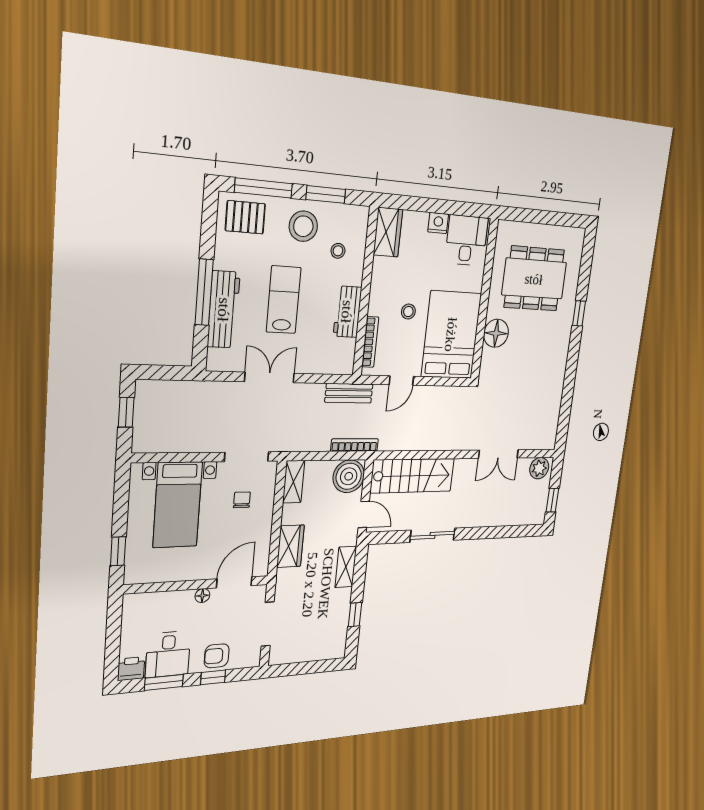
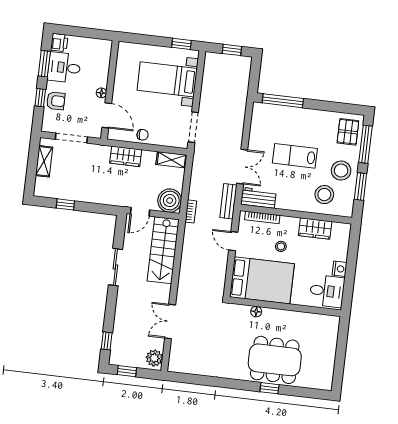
wardrobe: (388, 232) -> (315, 229), moved
stool: (338, 251) -> (324, 195), width x1.89, depth x1.89
dining table: (534, 279) -> (275, 360), moved, turned 90
window: (204, 292) -> (283, 101), moved
lab bench: (284, 300) -> (295, 156), turned 180
workbench: (224, 310) -> (291, 115), removed
workbench: (347, 312) -> (258, 198), moved
floor lamp: (496, 333) -> (256, 312), width x0.53, depth x0.53
double door: (270, 377) -> (242, 167), moved
bookcase: (355, 445) -> (191, 211), width x0.64
chair: (242, 500) -> (143, 135), moved
window: (518, 531) -> (107, 341), added
window: (118, 551) -> (181, 44), moved
shelving: (346, 567) -> (44, 161), moved, turned 90
armchair: (217, 656) -> (56, 101), turned 90

